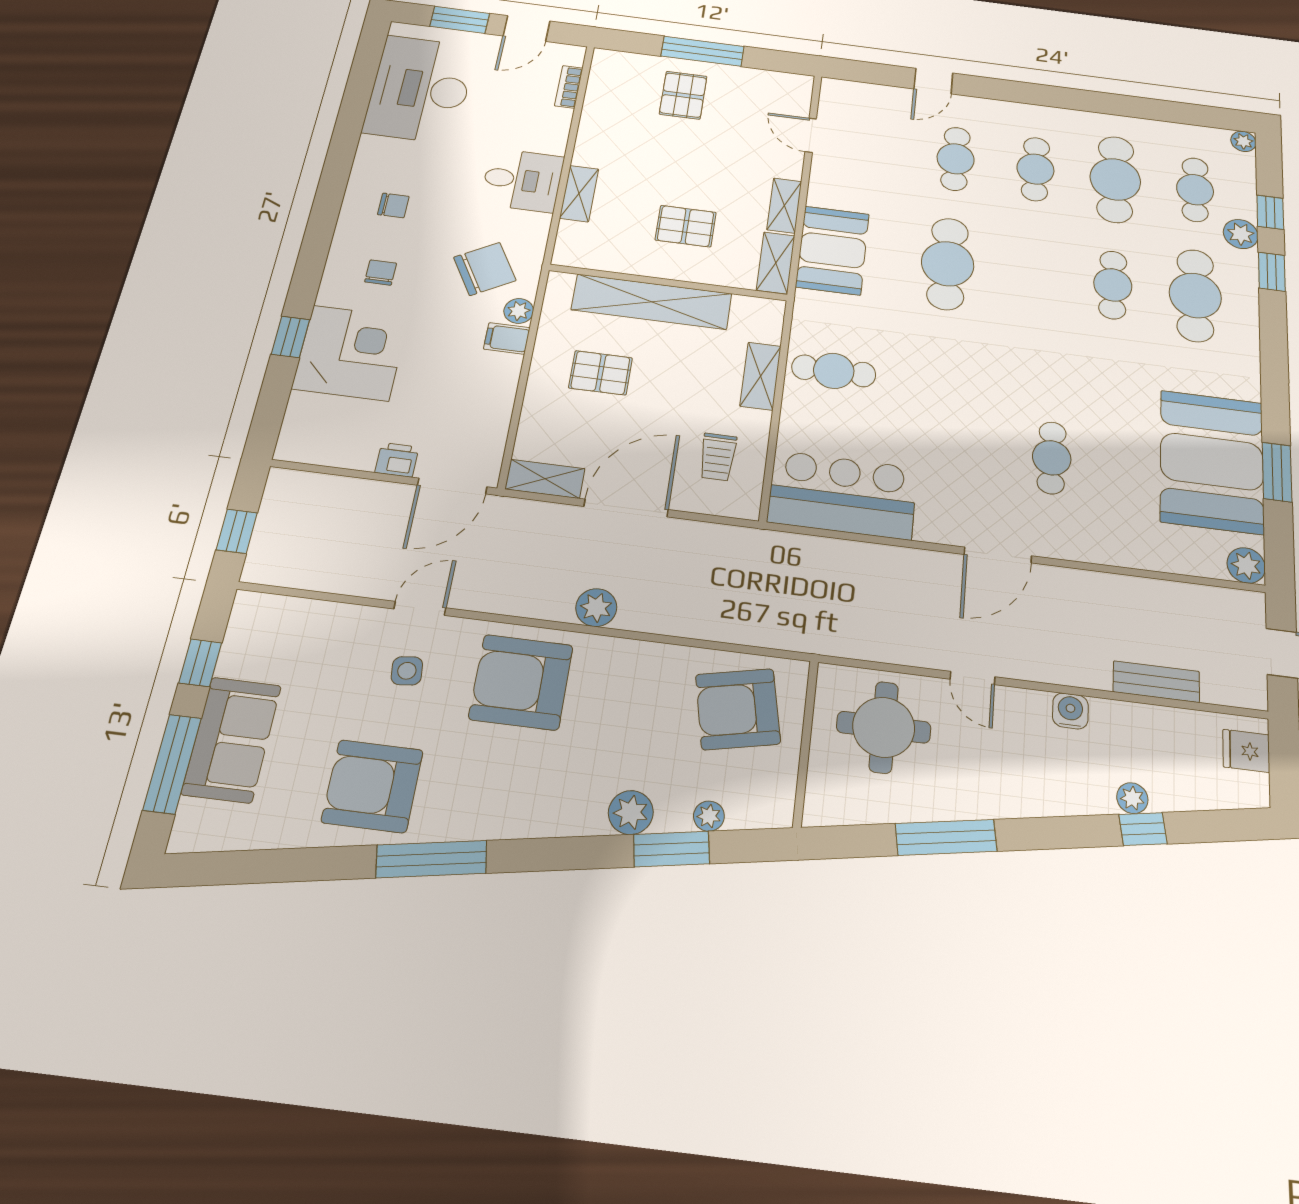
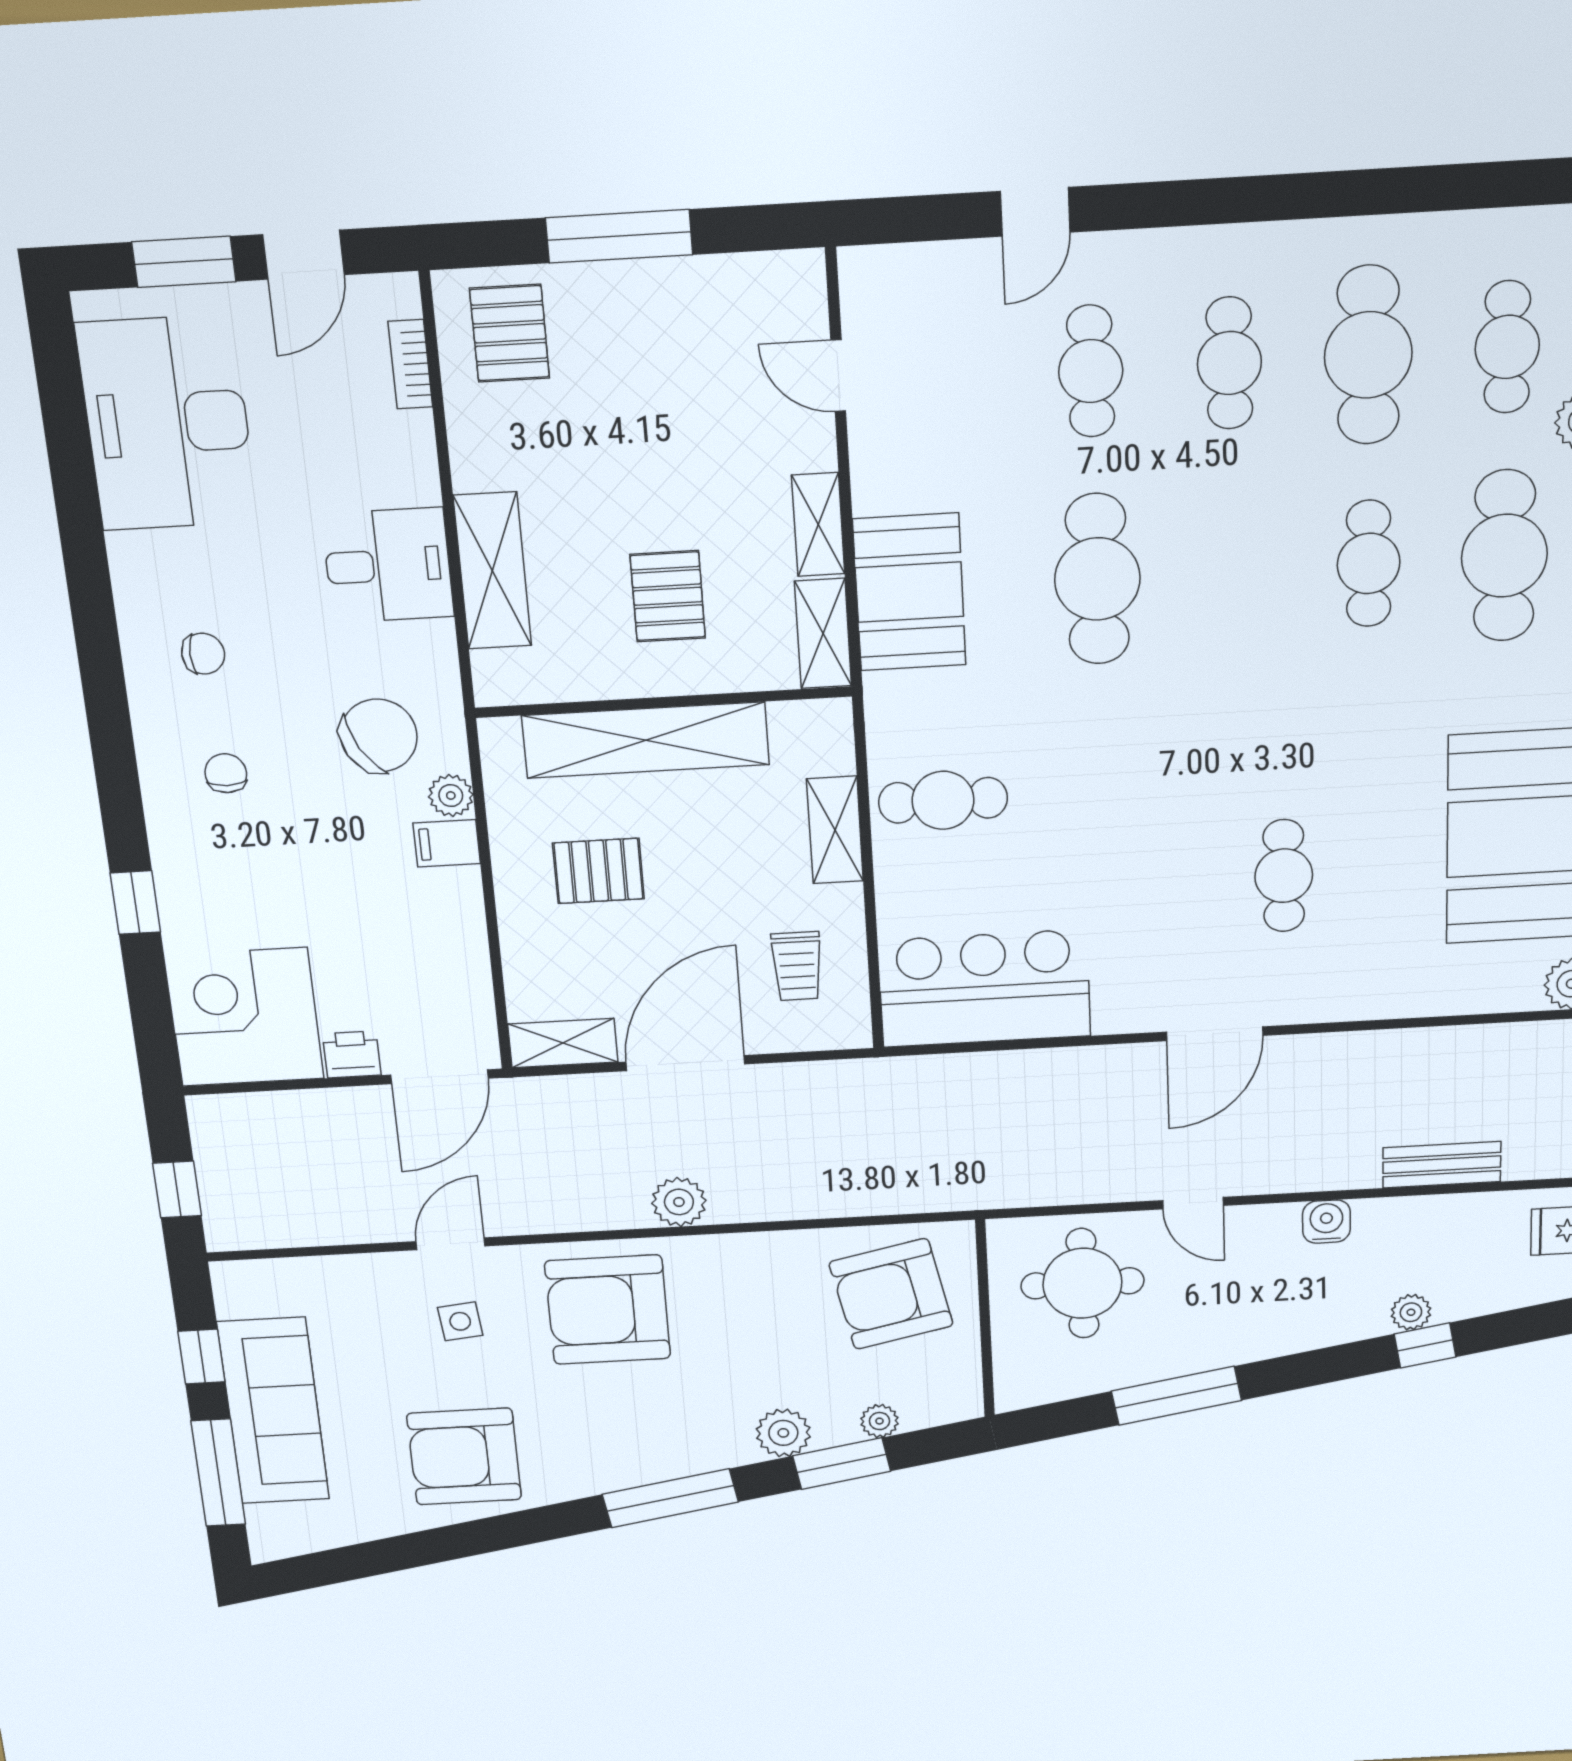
pallet: (683, 95) -> (510, 333), moved
shelving: (579, 194) -> (492, 571), width x1.50, depth x1.33
pallet: (686, 226) -> (668, 596), turned 90
corner desk: (351, 353) -> (244, 1017), moved, turned -90
sofa: (232, 740) -> (273, 1411), width x1.36
window: (432, 859) -> (670, 1498), moved

